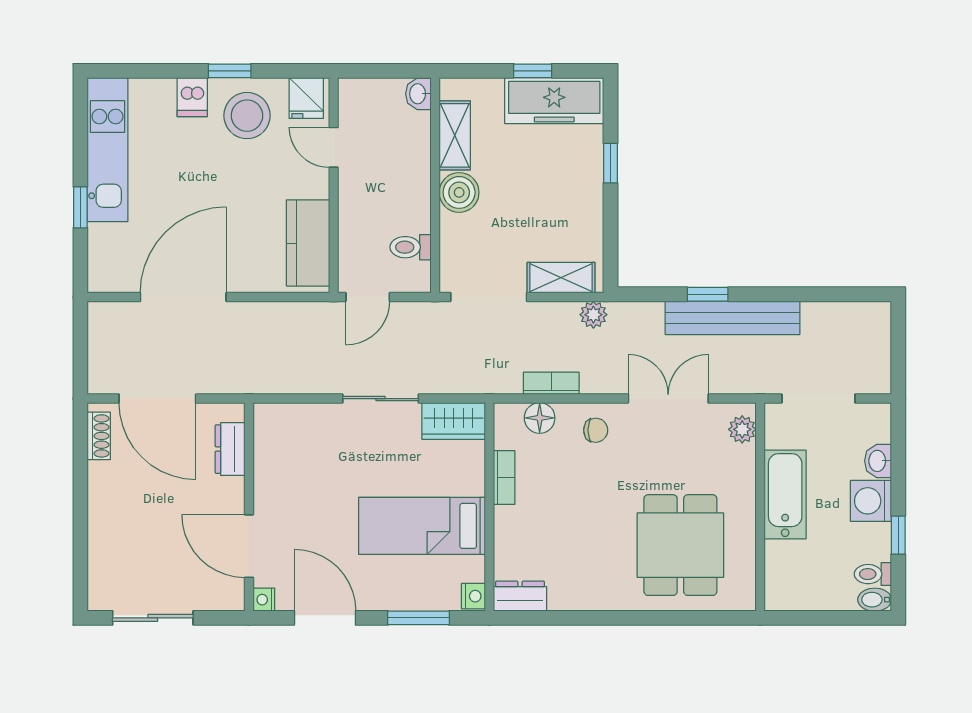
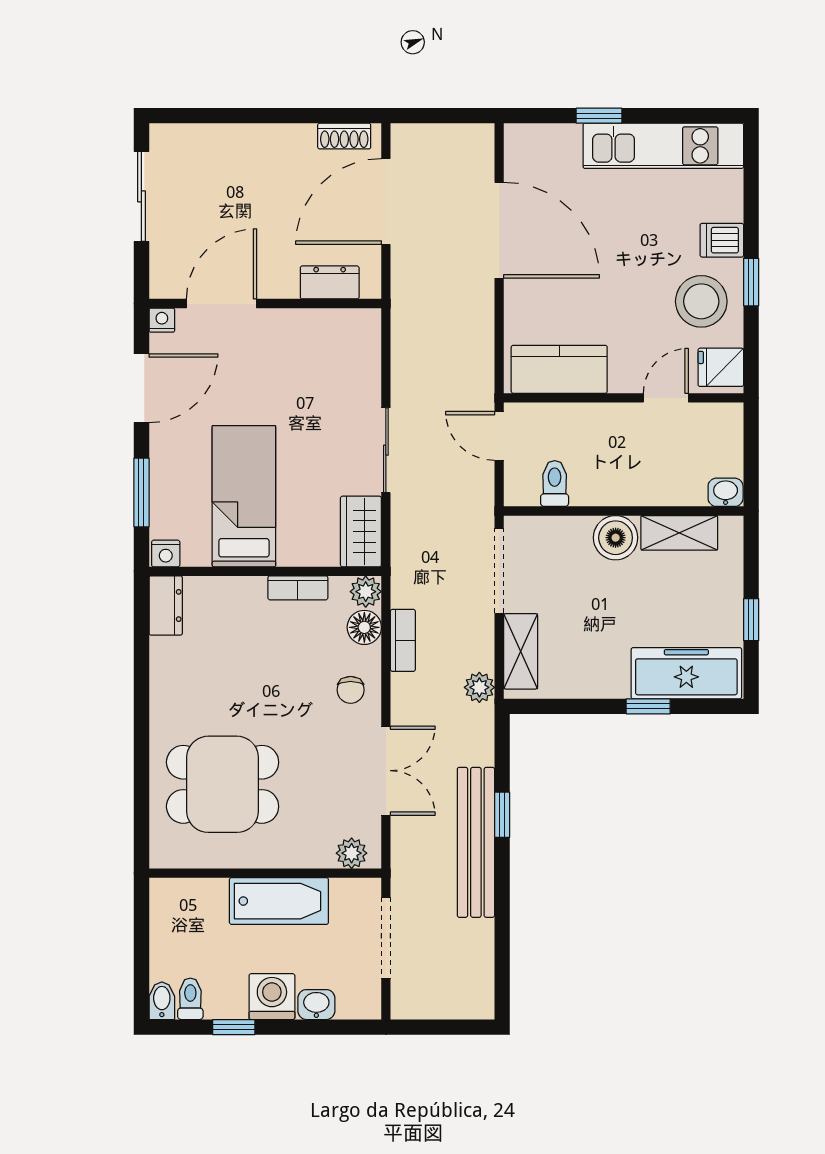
freezer: (554, 101) -> (686, 673), moved, turned 90
plant: (507, 417) -> (366, 592), added

